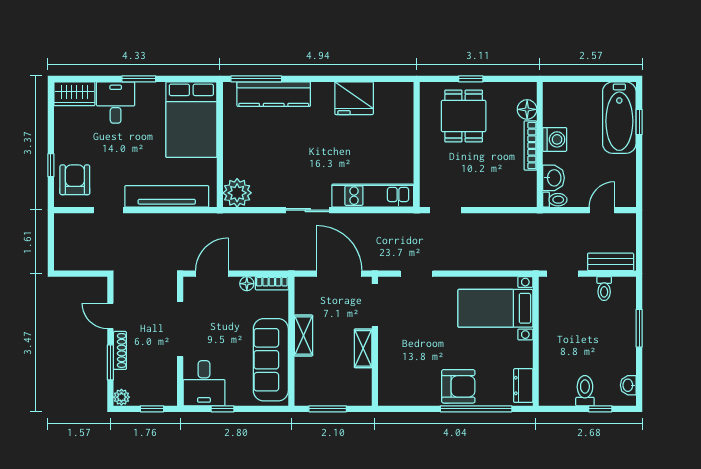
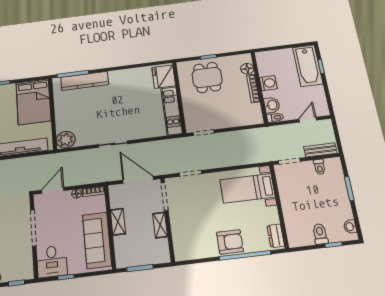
fridge: (354, 98) -> (164, 77), moved, turned 90
kitchen unit: (373, 196) -> (172, 111), moved, turned -90

